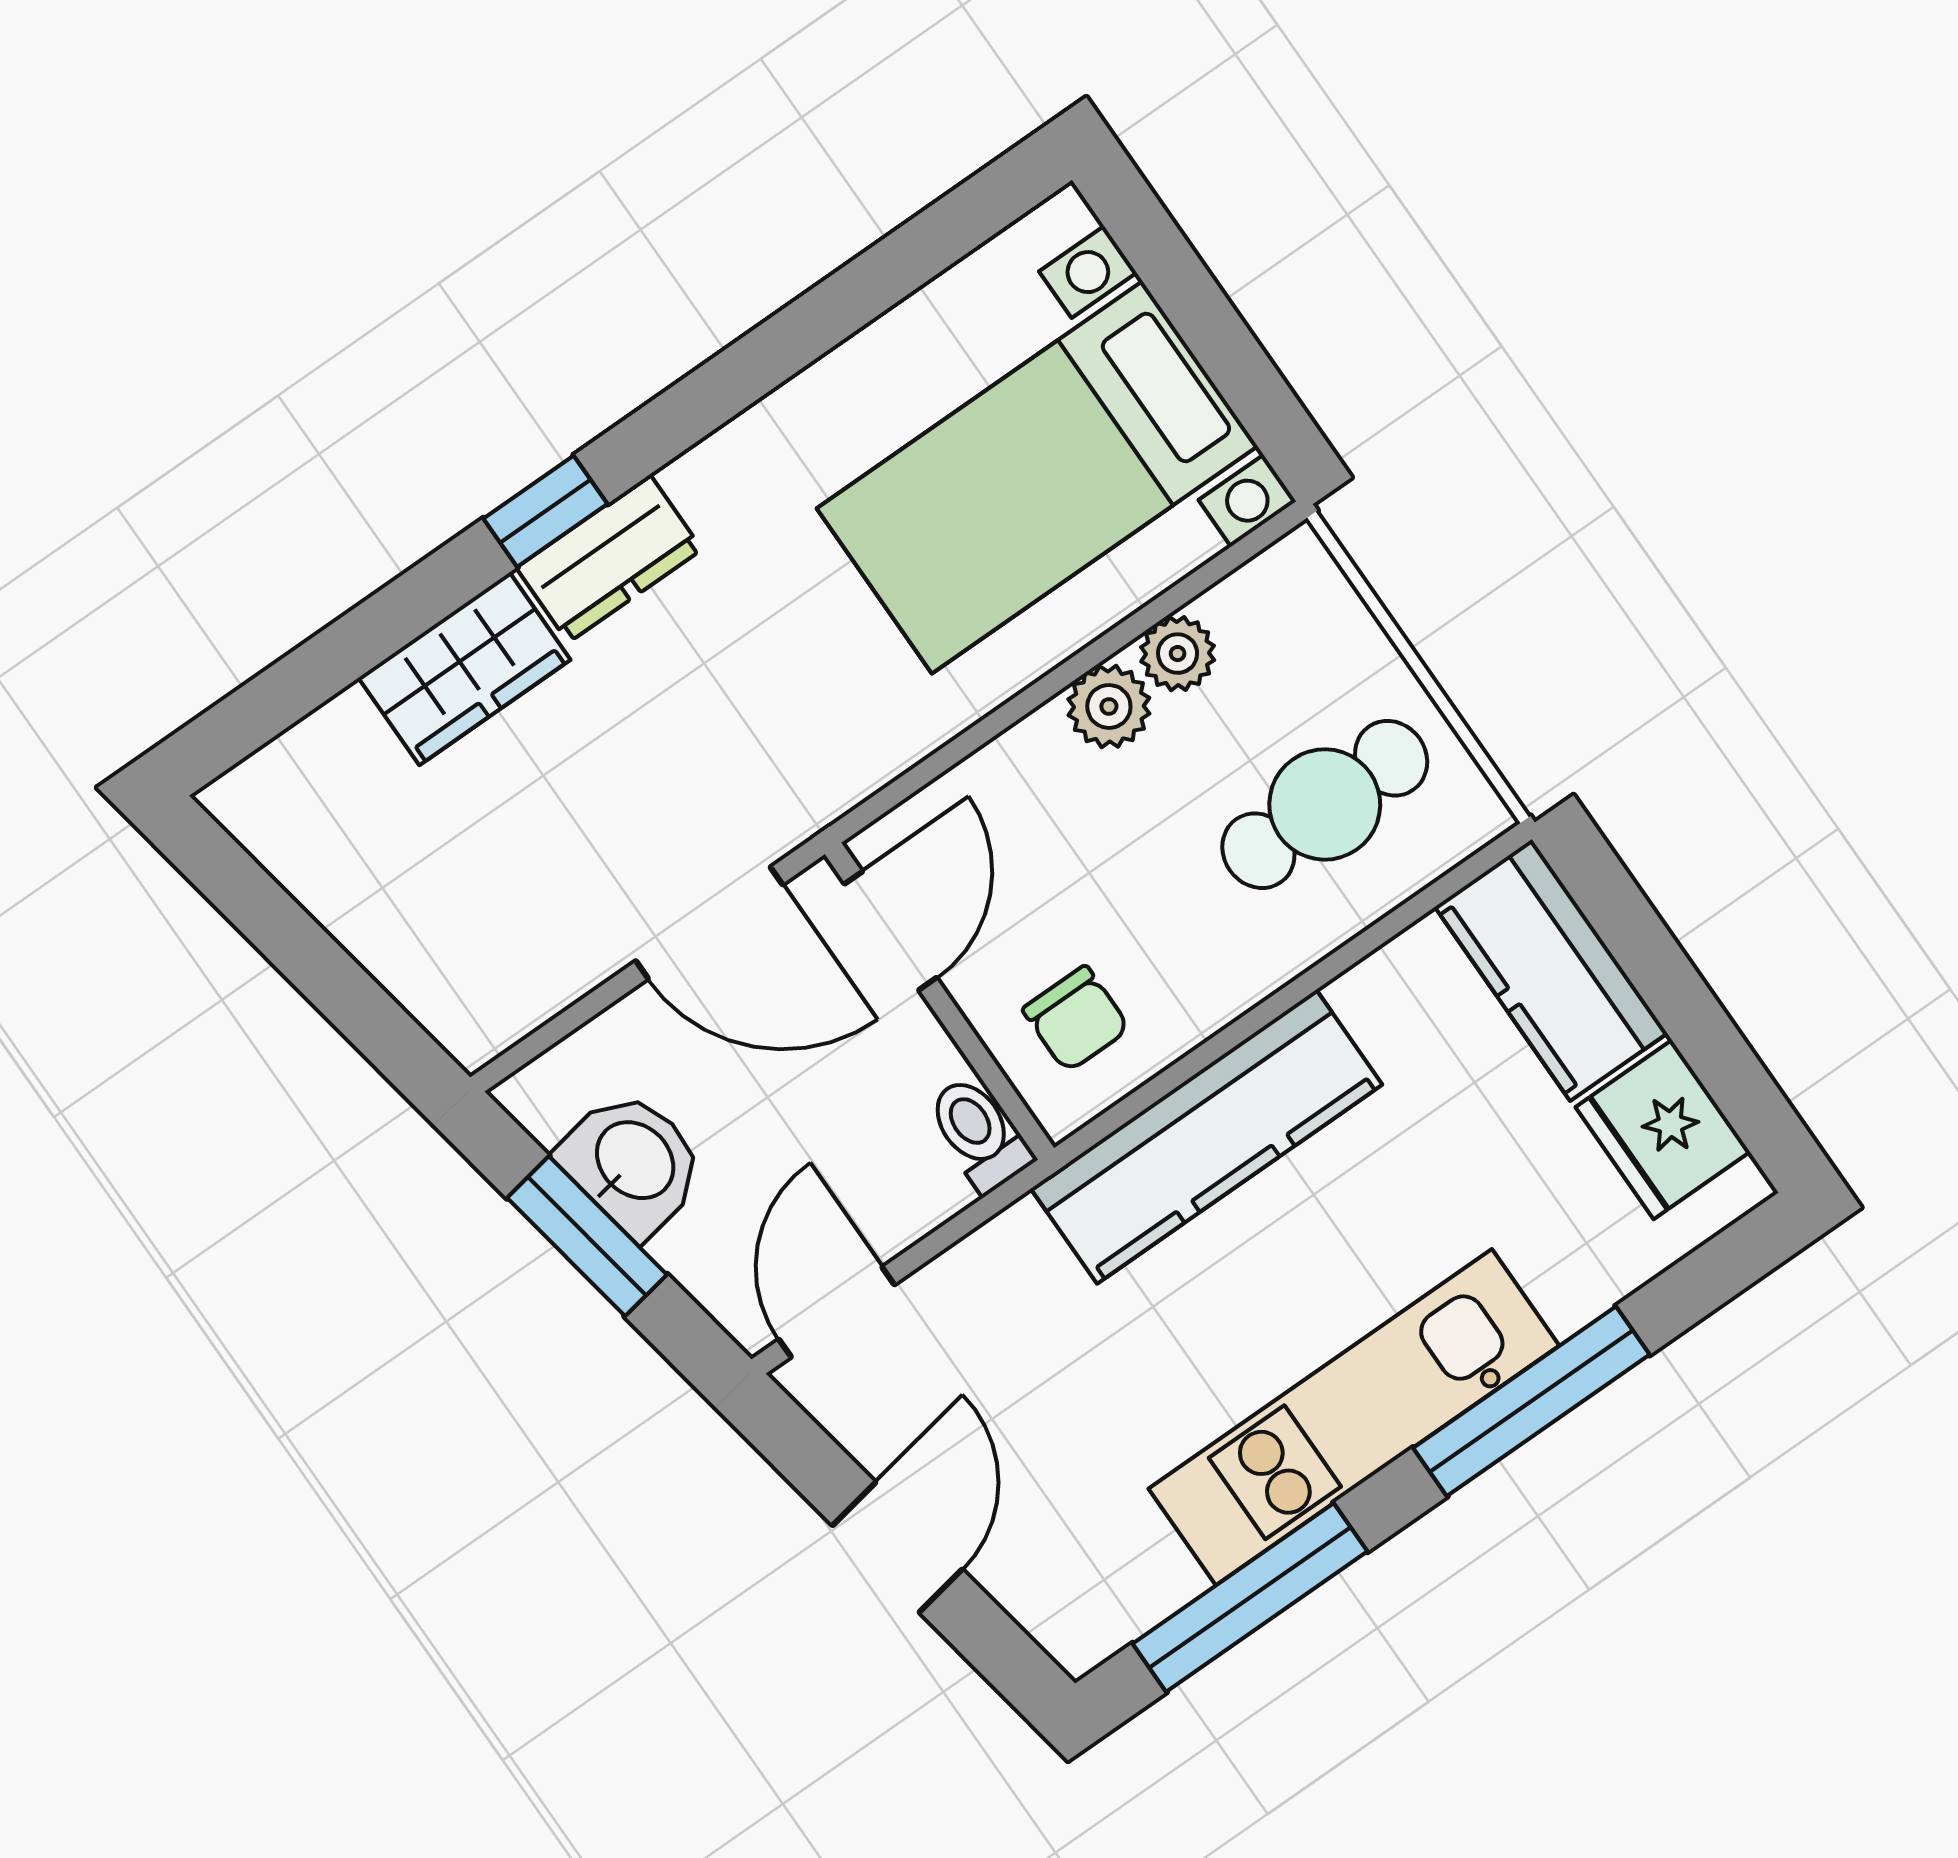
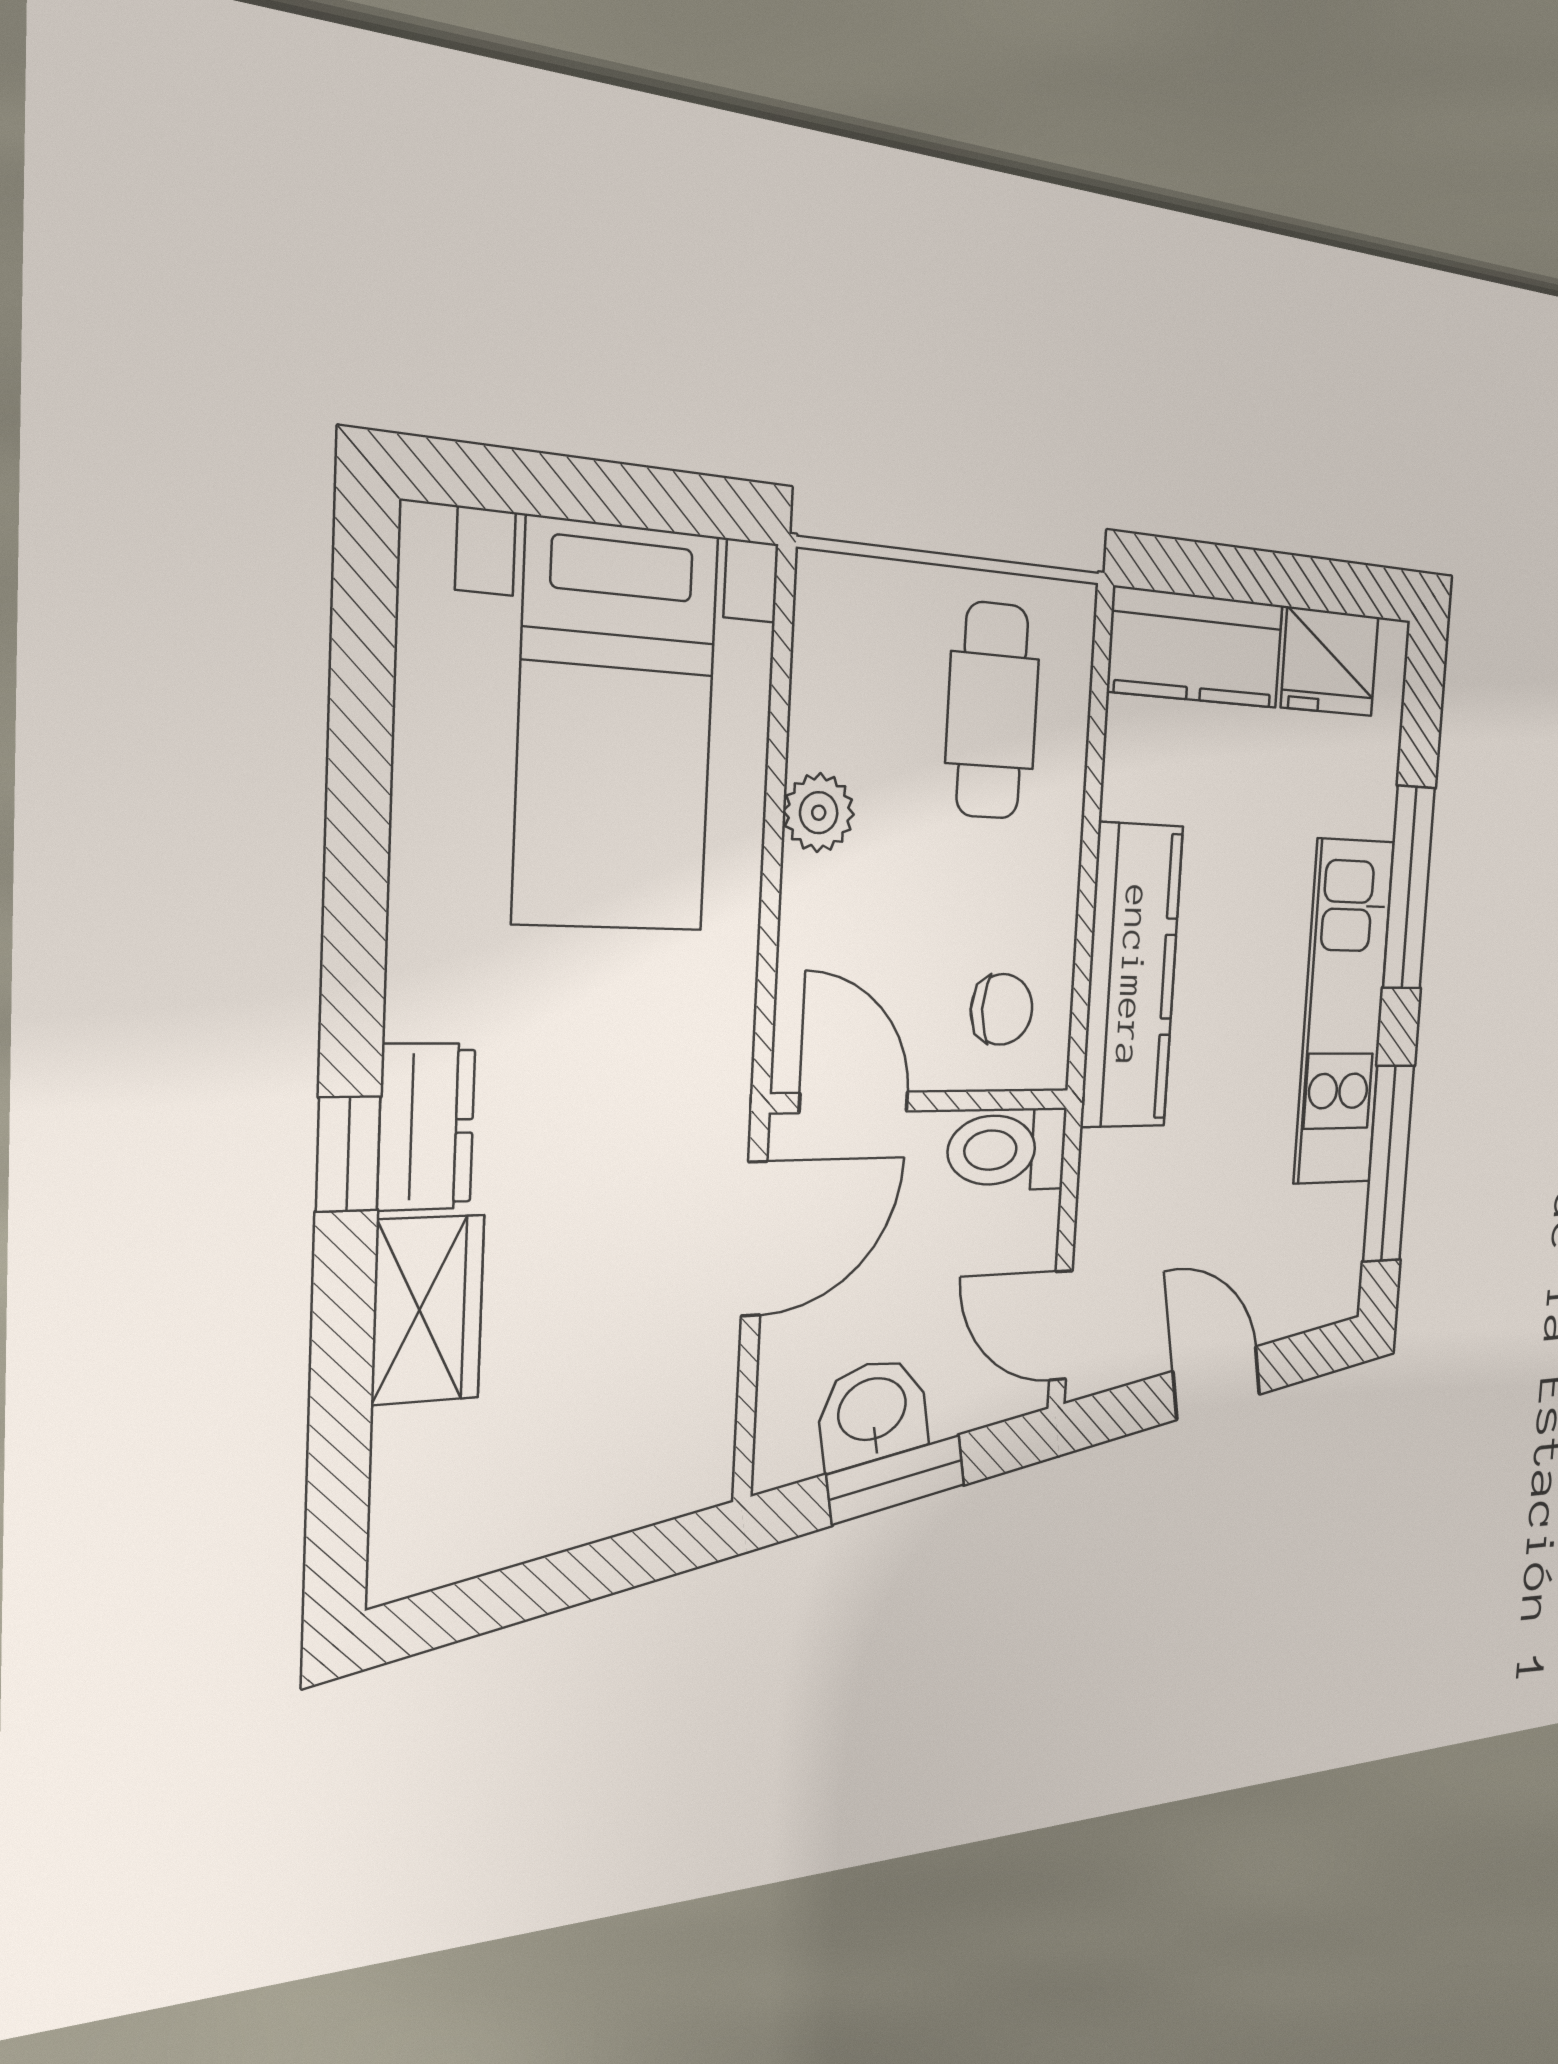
plant: (1178, 654) -> (819, 729), removed
toilet: (979, 1134) -> (1007, 1150), width x1.37, depth x1.39

